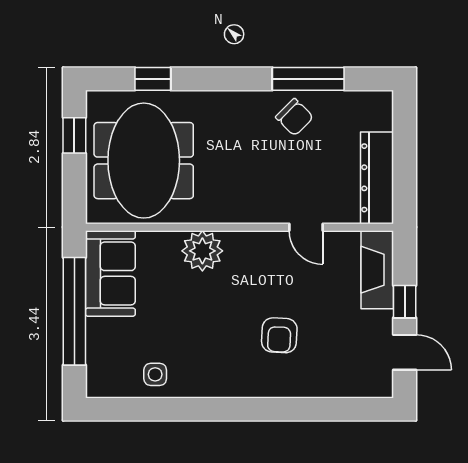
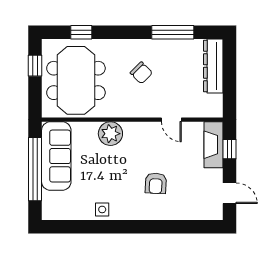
chair: (295, 117) -> (141, 73), moved
dresser: (377, 178) -> (213, 66), moved
sofa: (110, 273) -> (56, 156), width x1.36
window: (405, 302) -> (230, 149), moved
side table: (155, 374) -> (102, 209), moved

